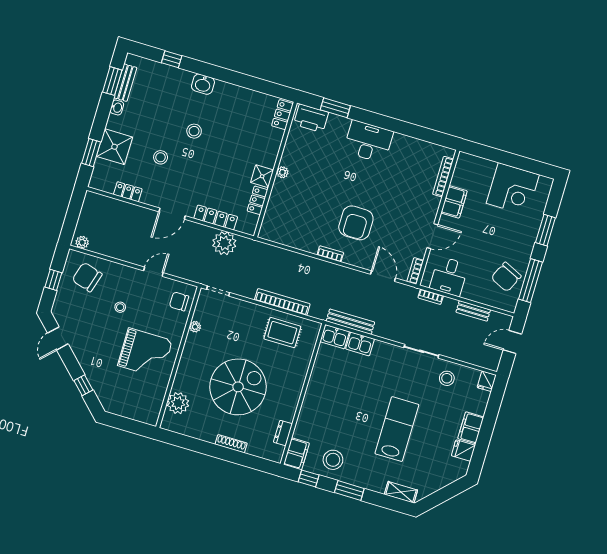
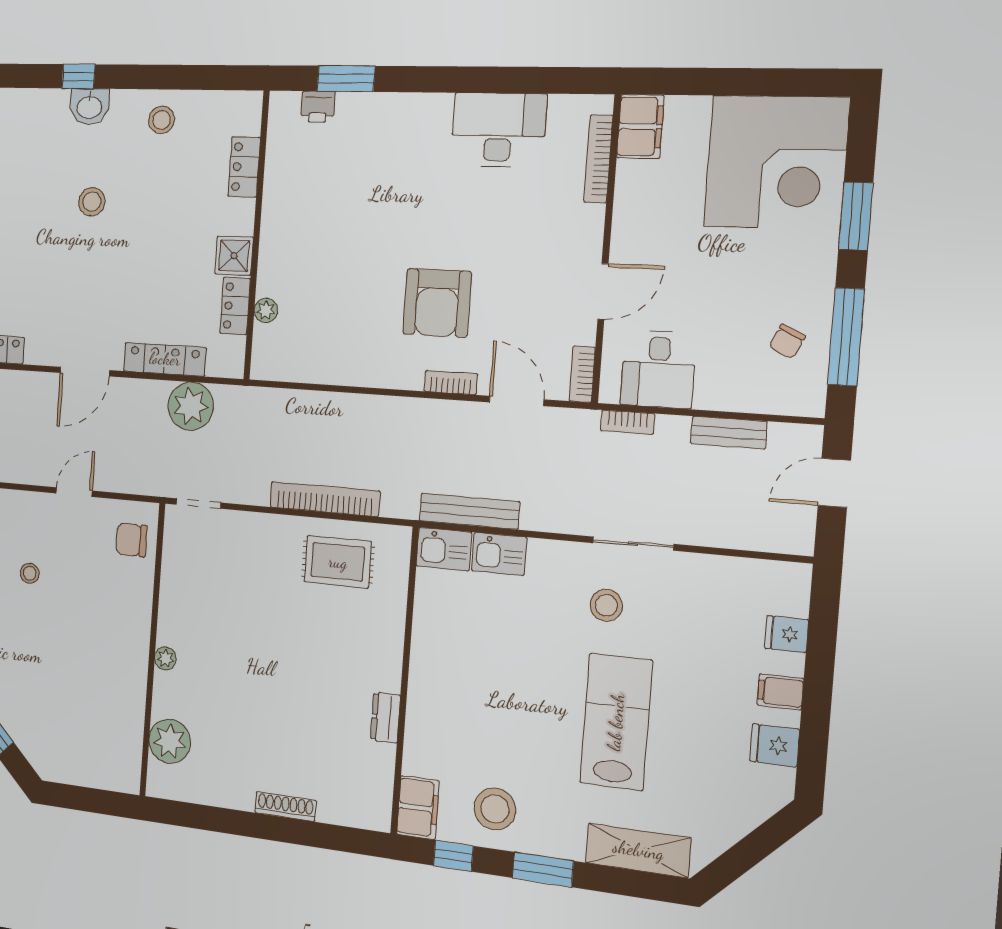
window: (172, 59) -> (78, 76), moved
locker: (282, 115) -> (244, 167), moved
printer: (311, 118) -> (318, 107), width x0.53, depth x0.68
desk: (368, 142) -> (498, 130), moved
stool: (161, 157) -> (161, 120), moved
plant: (282, 172) -> (266, 310), moved
corner desk: (513, 189) -> (776, 162), width x1.36, depth x1.36
filing cabinet: (454, 202) -> (640, 127), moved
bookcase: (330, 254) -> (451, 382), moved
chair: (506, 277) -> (787, 341), width x0.54, depth x0.54
plant: (195, 327) -> (165, 658), moved
grand piano: (145, 353) -> (91, 653), removed
stool: (447, 378) -> (606, 605), moved
fridge: (487, 381) -> (786, 634), moved, turned 90
spiral stairs: (238, 387) -> (275, 689), removed
filing cabinet: (471, 428) -> (780, 692), width x0.50
dresser: (283, 433) -> (385, 718), moved
shelving: (401, 492) -> (638, 850), width x1.50, depth x1.33

